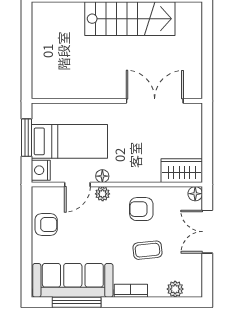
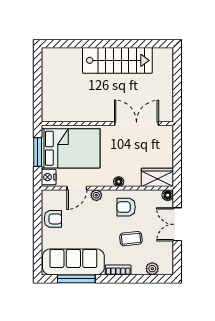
bed: (69, 141) -> (71, 148), width x1.50
floor lamp: (102, 176) -> (119, 182), moved

